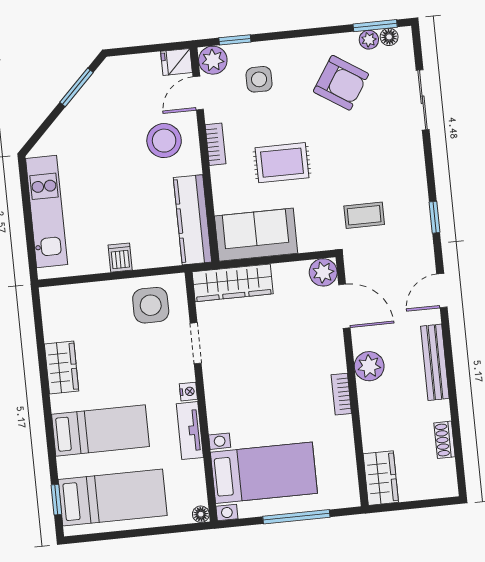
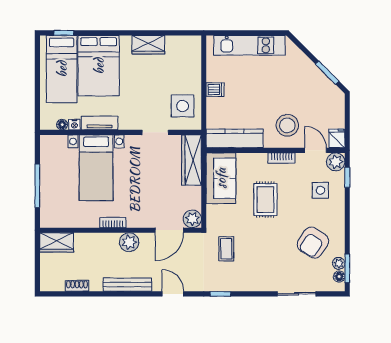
nightstand: (188, 392) -> (74, 125), moved
bed: (101, 430) -> (99, 66), width x1.50
bed with nightstands: (264, 473) -> (96, 168), moved
floor lamp: (201, 514) -> (62, 125), moved

